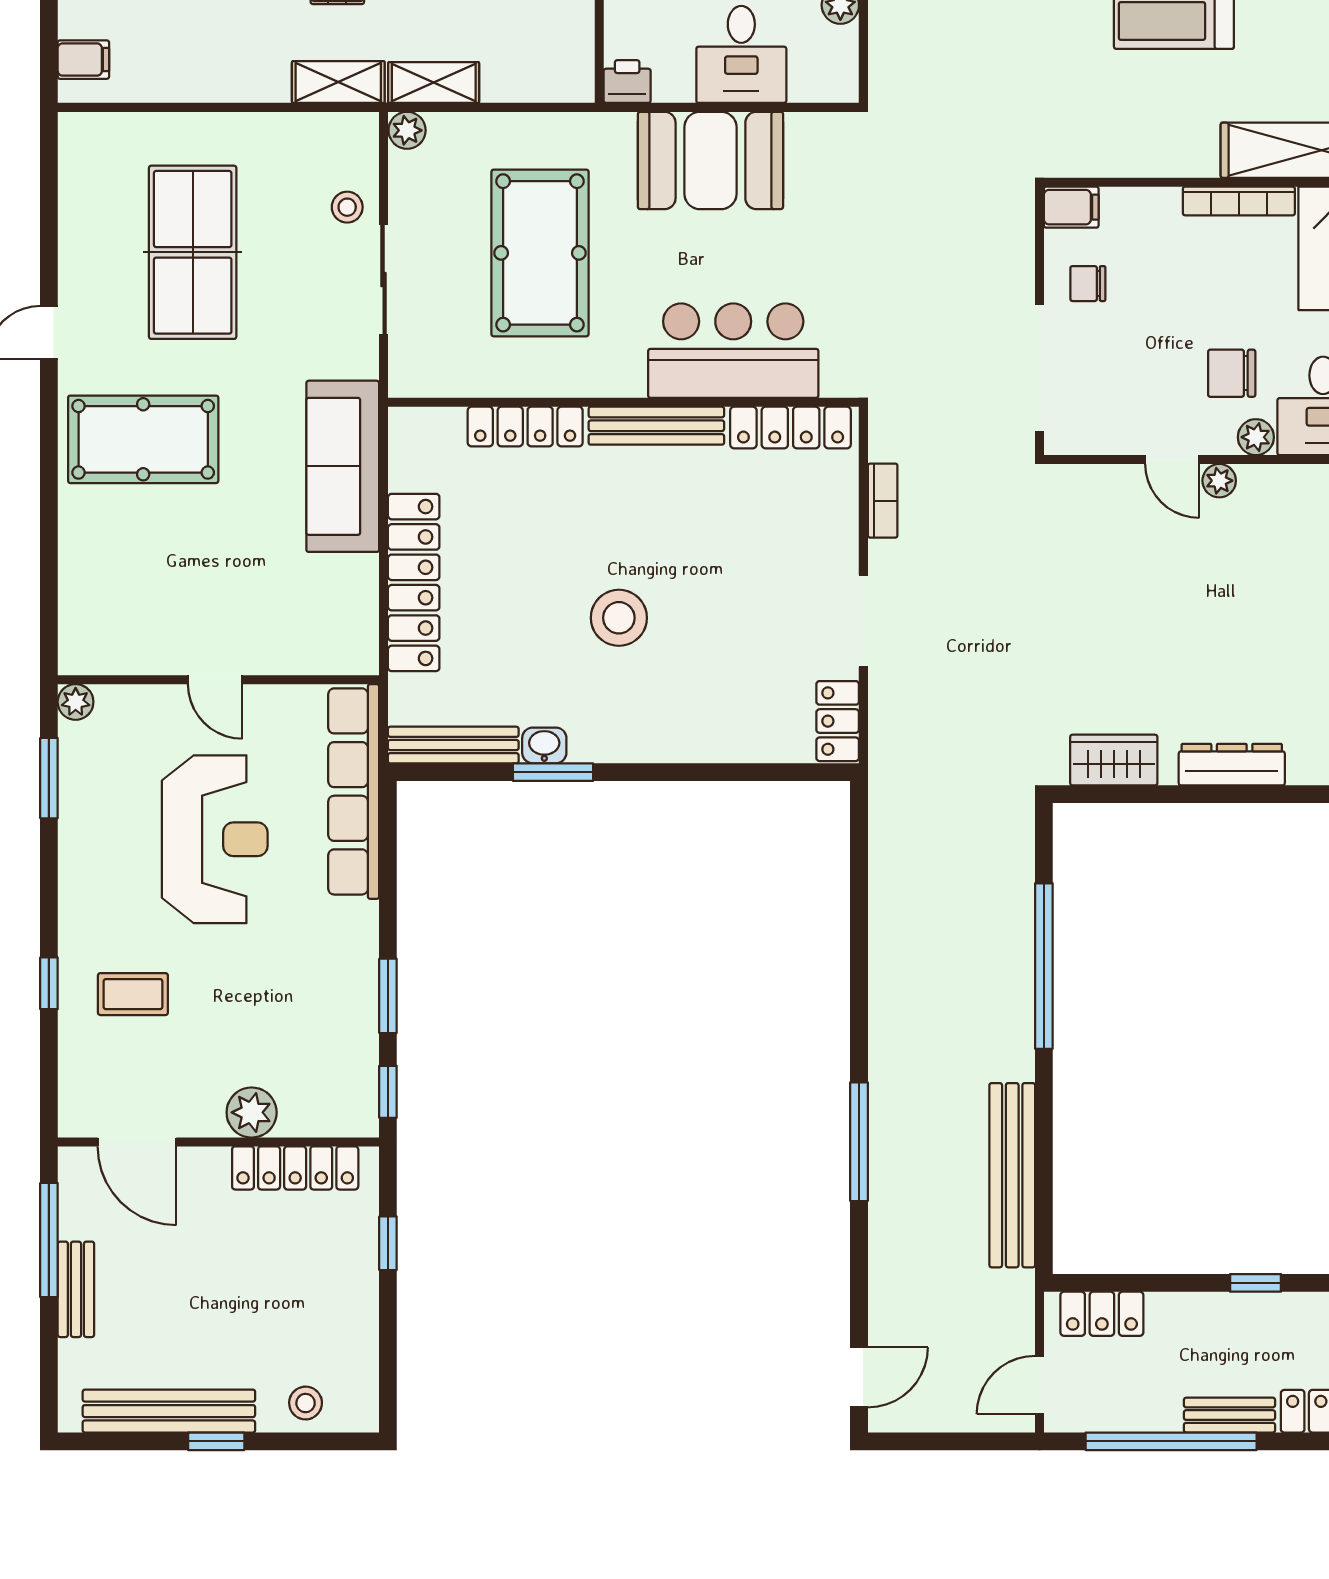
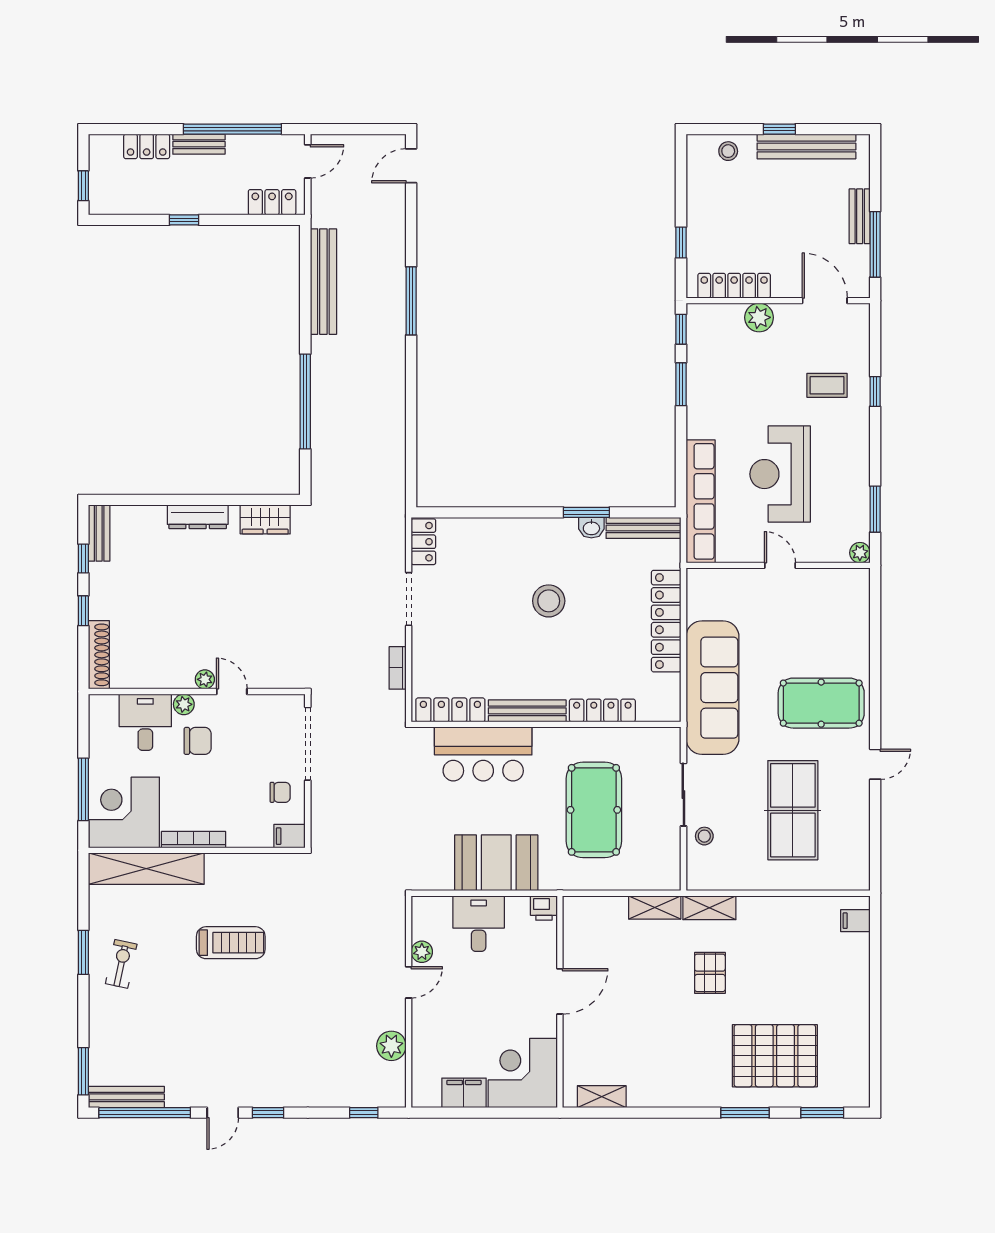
plant: (407, 130) -> (670, 880), removed
sofa: (343, 466) -> (712, 688), width x1.36, depth x1.27

